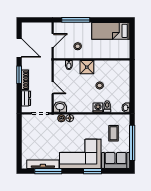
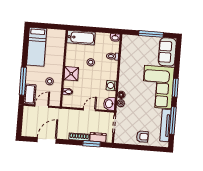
cot: (63, 28) -> (30, 94), added
door: (53, 40) -> (42, 106), hinge flipped
bathtub: (123, 74) -> (81, 38), added
window: (19, 75) -> (92, 144), moved
washing machine: (98, 108) -> (111, 86), moved
coffee table: (114, 133) -> (140, 52), removed
armchair: (30, 142) -> (142, 137), added
window: (132, 143) -> (151, 34), width x0.68
window: (92, 171) -> (175, 88), moved

